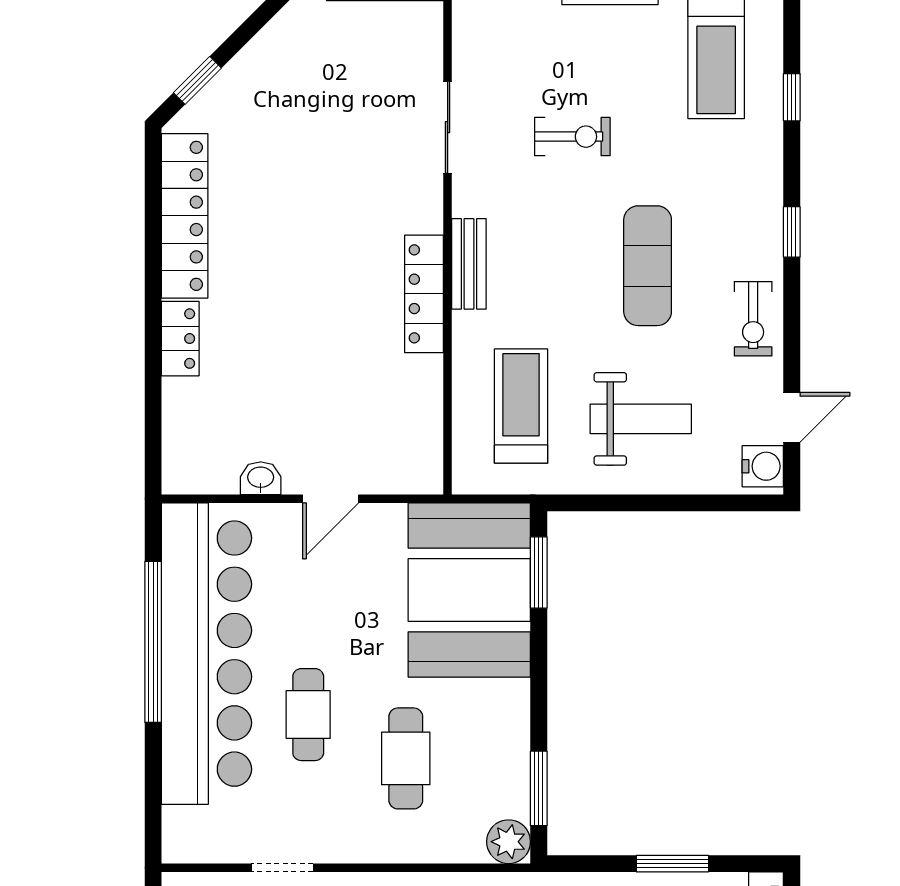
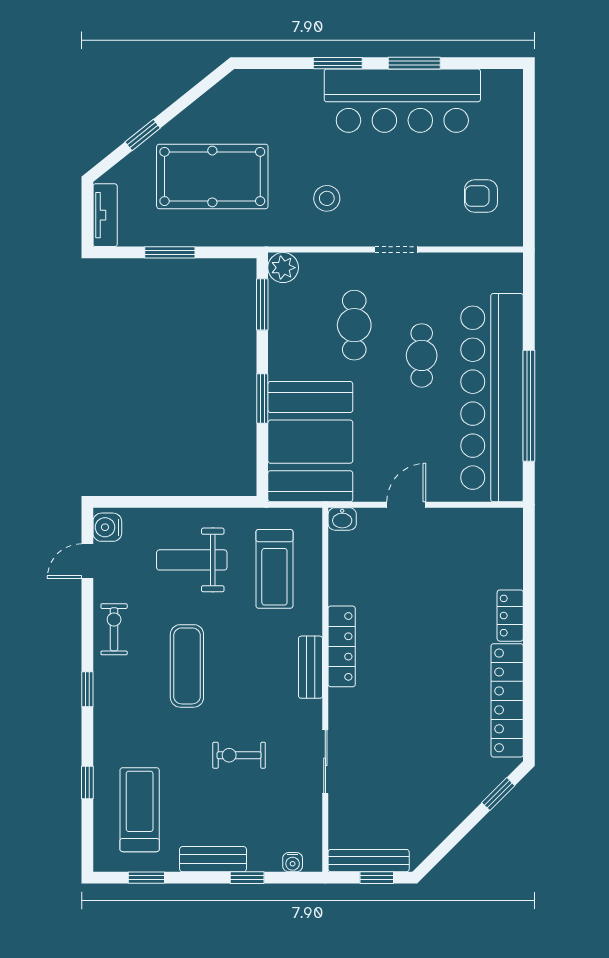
washbasin: (261, 478) -> (342, 519), moved
window: (539, 572) -> (262, 399), moved
doorway: (282, 868) -> (396, 250), moved

